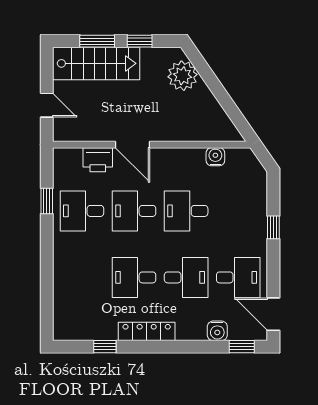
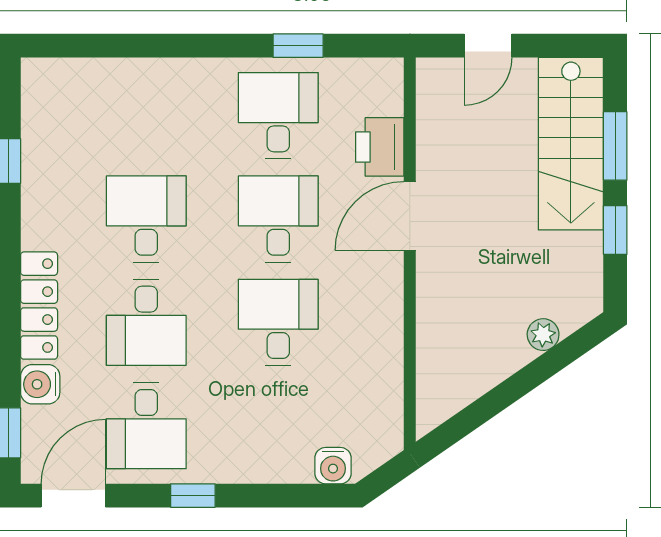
plant: (183, 76) -> (543, 335), width x0.53, depth x0.53
water cooler: (215, 157) -> (333, 466), moved, turned 90
window: (273, 227) -> (193, 496), moved
locker: (147, 331) -> (39, 306), moved

